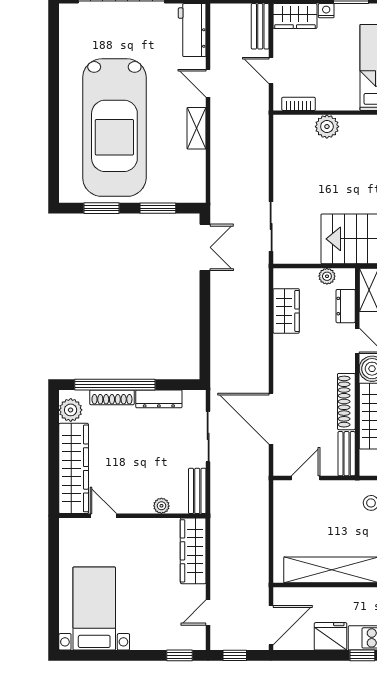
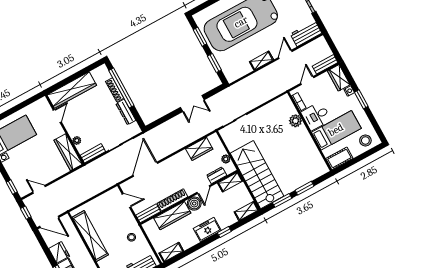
desk: (338, 88) -> (316, 116), added
double door: (205, 247) -> (192, 104), moved
plant: (71, 410) -> (98, 74), removed
wardrobe: (193, 551) -> (68, 152), moved, turned -90

